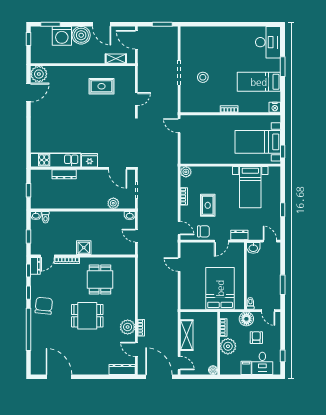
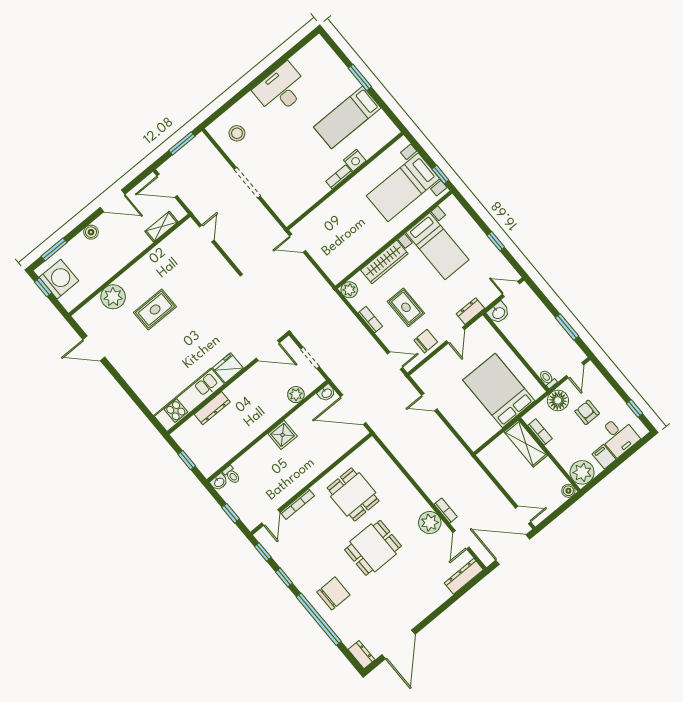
boiler: (81, 35) -> (91, 232), width x0.54, depth x0.54
washing machine: (62, 36) -> (59, 279), moved, turned -90
desk: (268, 42) -> (281, 89), moved, turned -90
plant: (39, 74) -> (113, 297), moved
stool: (203, 77) -> (237, 133), moved
rug: (102, 86) -> (155, 310), moved
door: (29, 93) -> (94, 348), swing flipped
door: (136, 99) -> (207, 233), moved
nightstand: (275, 107) -> (355, 160), moved
wardrobe: (216, 173) -> (384, 262), added
door: (136, 236) -> (353, 410), width x1.88
shower: (84, 248) -> (283, 435), moved
dresser: (35, 266) -> (361, 655), moved
chair: (44, 306) -> (333, 593), moved, turned 84
door: (268, 311) -> (575, 370), hinge flipped
shelving: (187, 335) -> (526, 444), moved
plant: (228, 346) -> (582, 472), moved
door: (136, 349) -> (461, 540), hinge flipped
door: (59, 377) -> (398, 644), swing flipped

